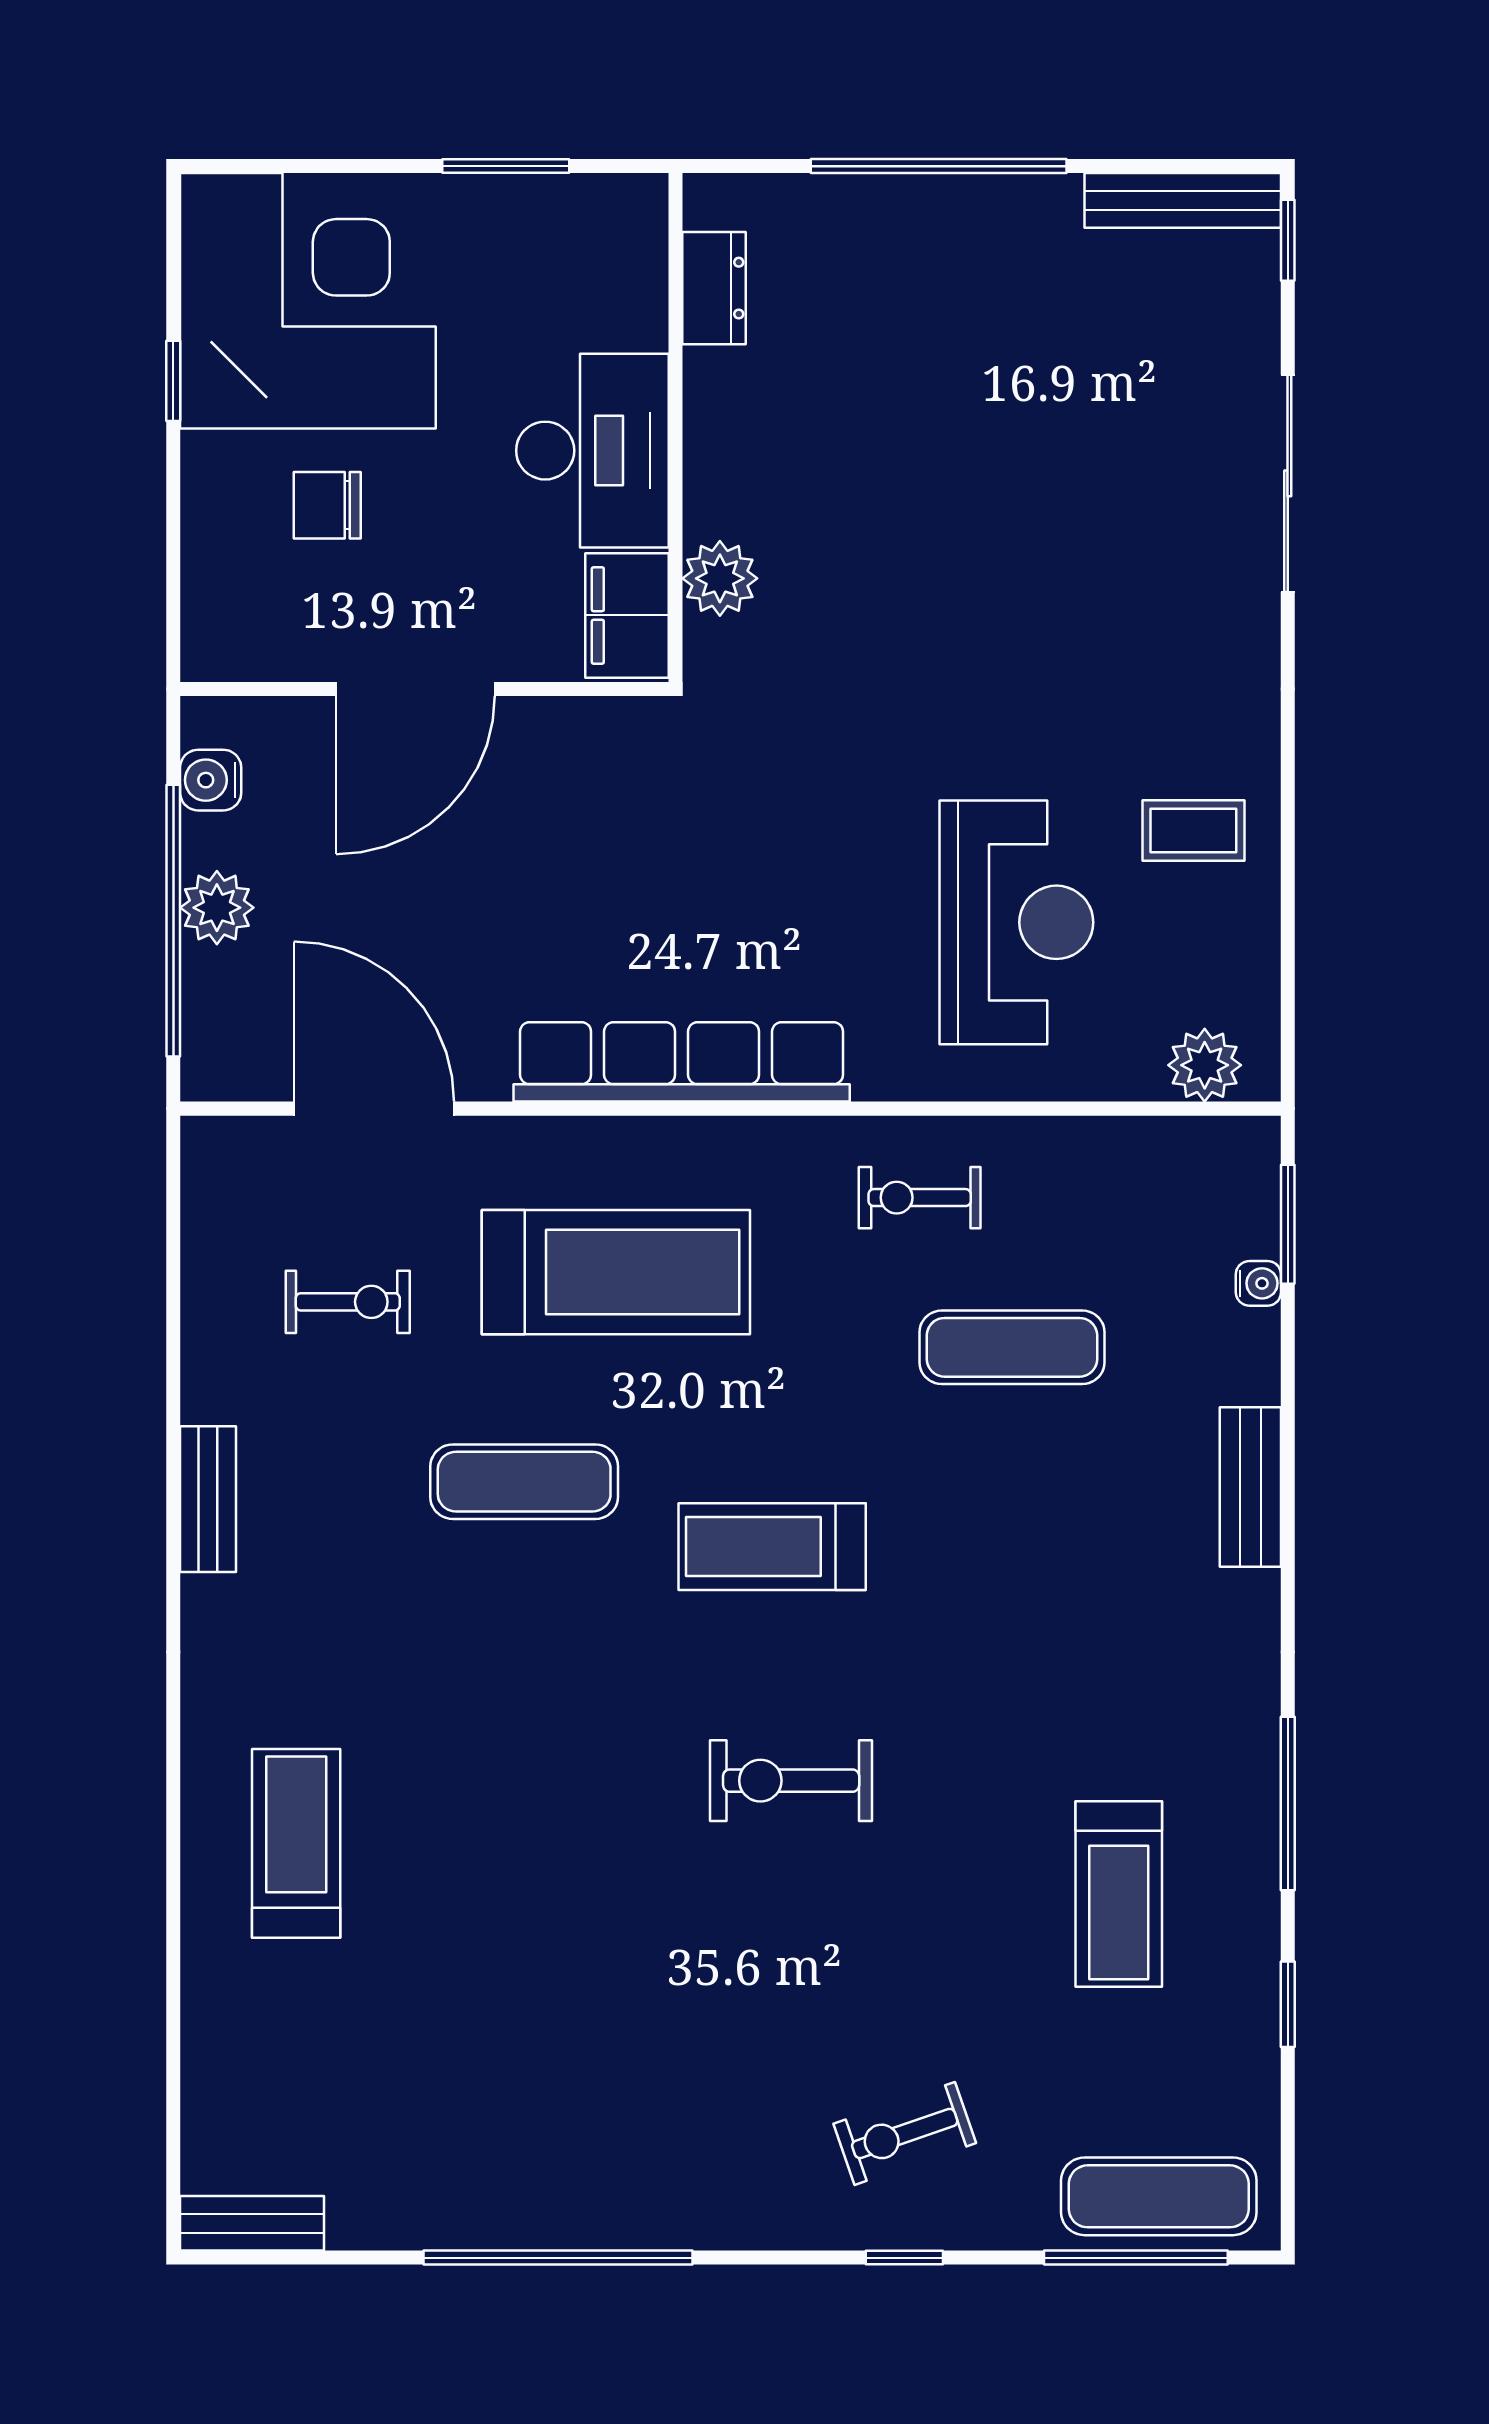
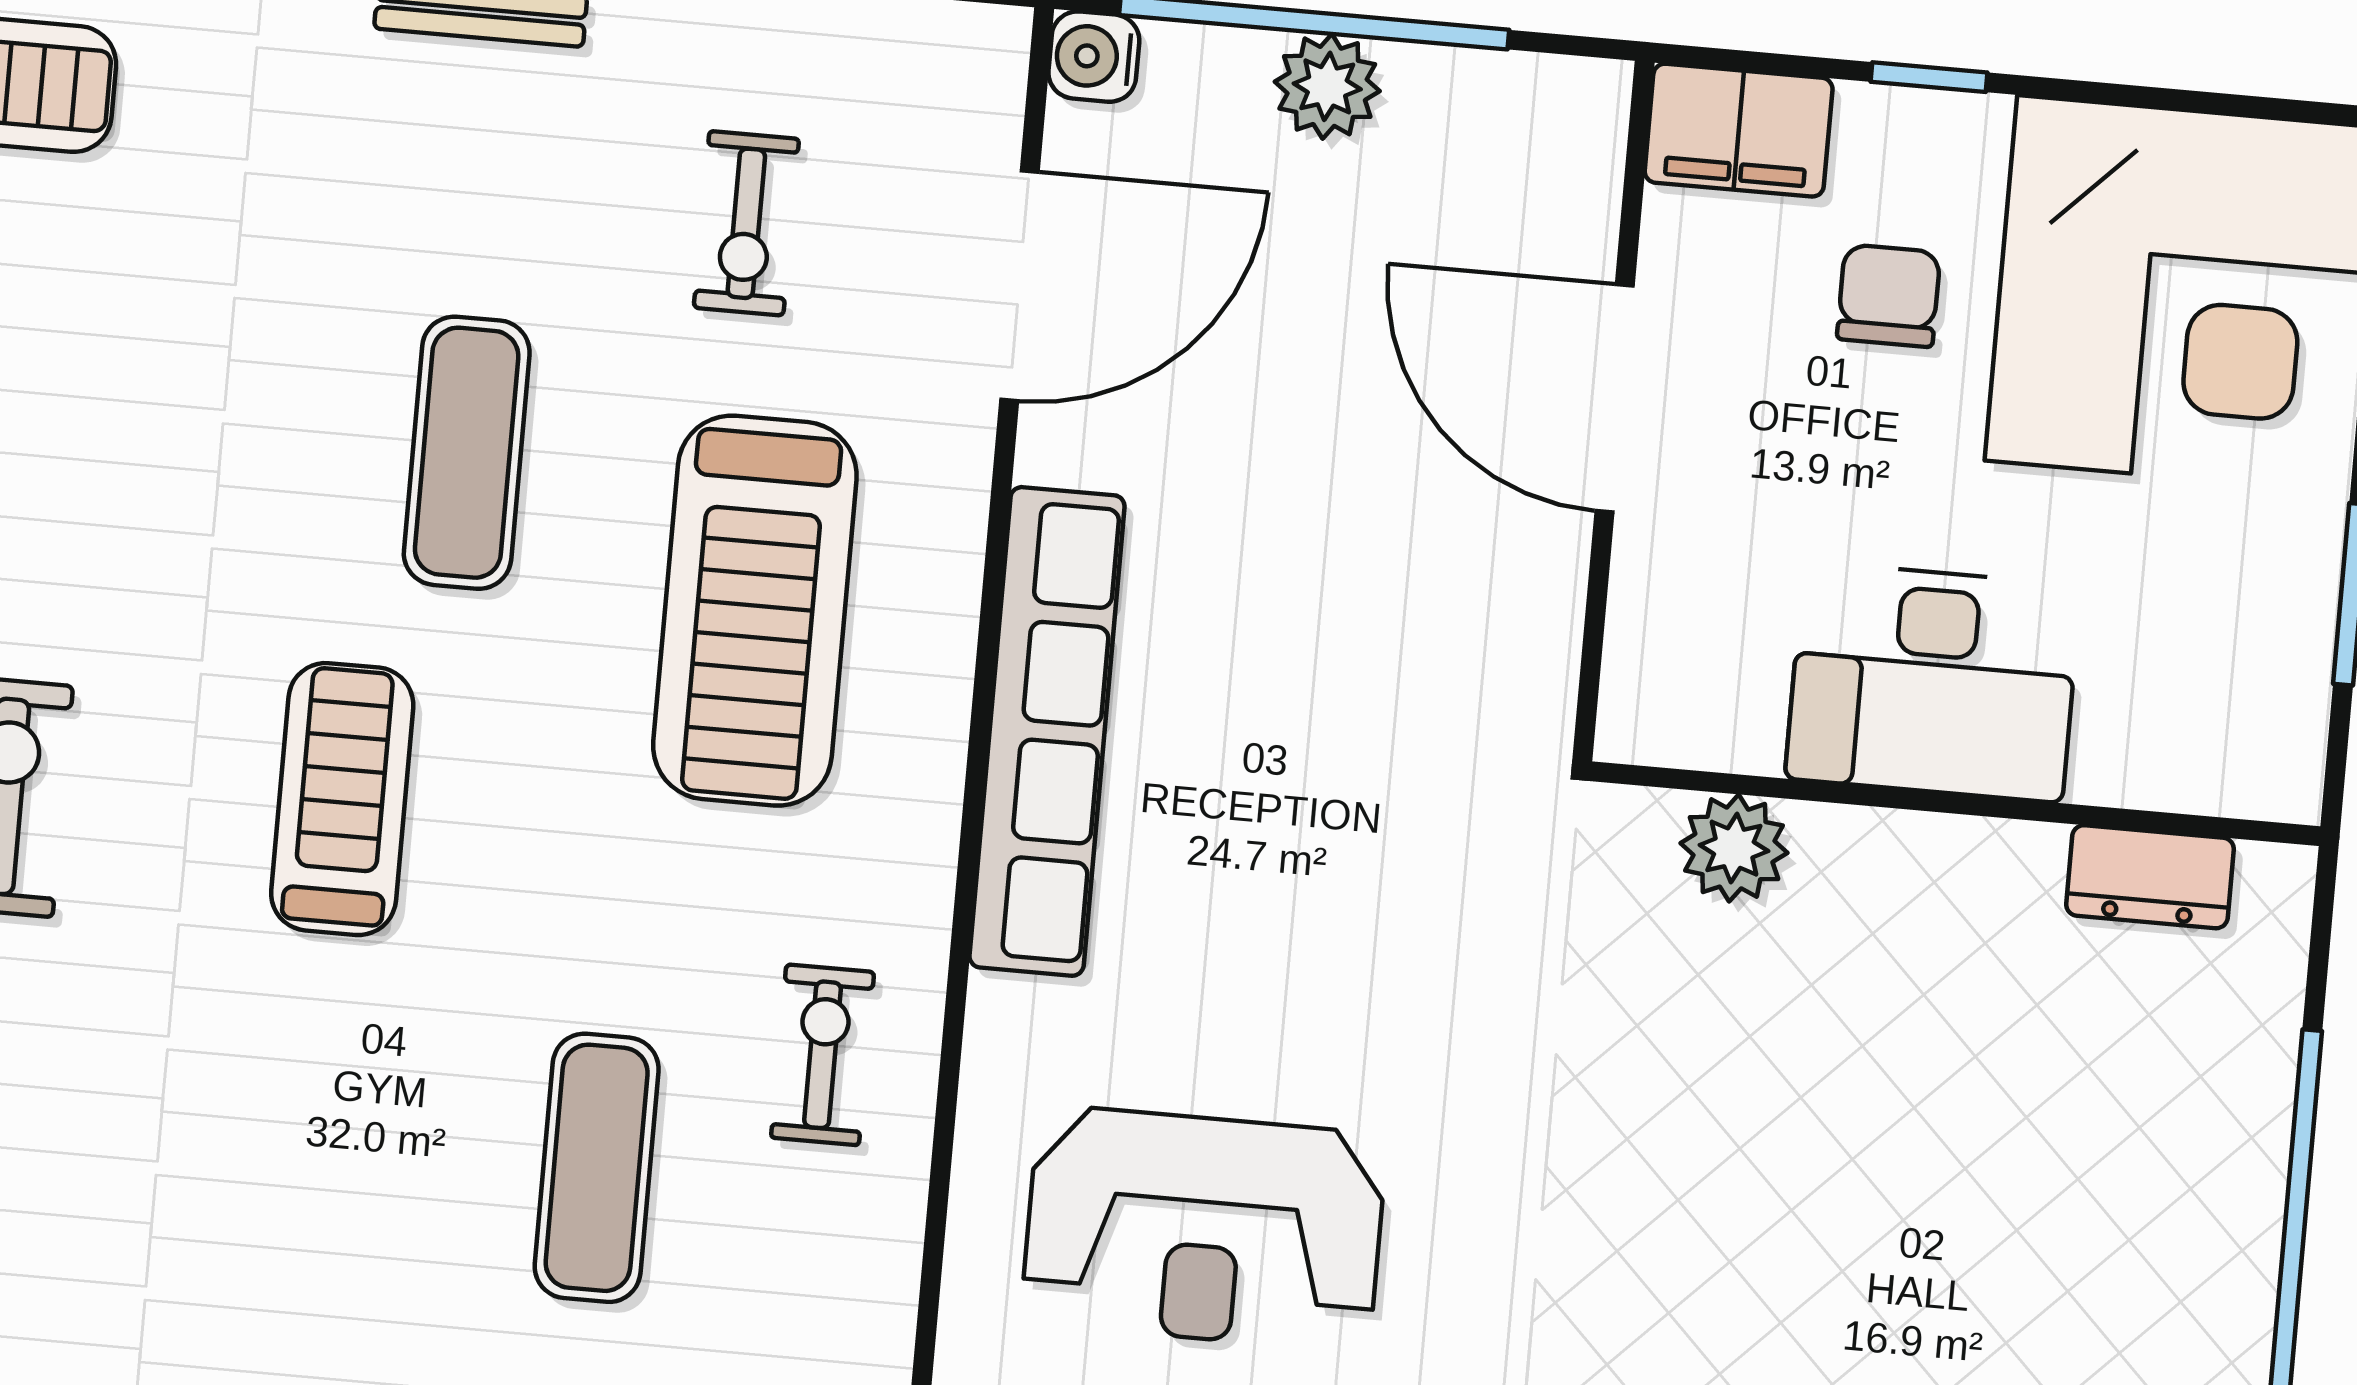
window: (173, 381) -> (1929, 77), moved
filing cabinet: (627, 615) -> (1739, 130), moved, turned 180
water cooler: (211, 780) -> (1094, 57), moved, turned -90

